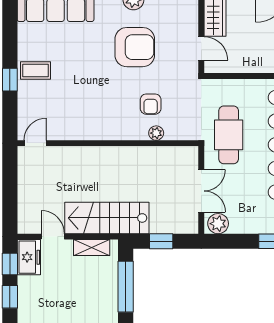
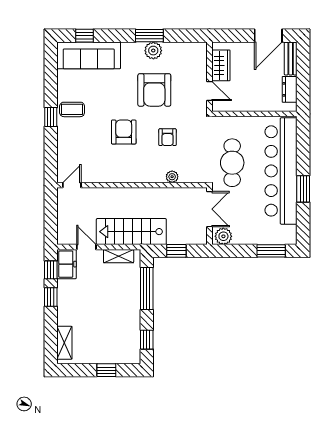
armchair: (135, 47) -> (154, 90), turned 90
armchair: (98, 98) -> (124, 132), added
plant: (156, 133) -> (172, 177), moved
door: (35, 143) -> (72, 185), moved
wall: (108, 143) -> (132, 185), moved

